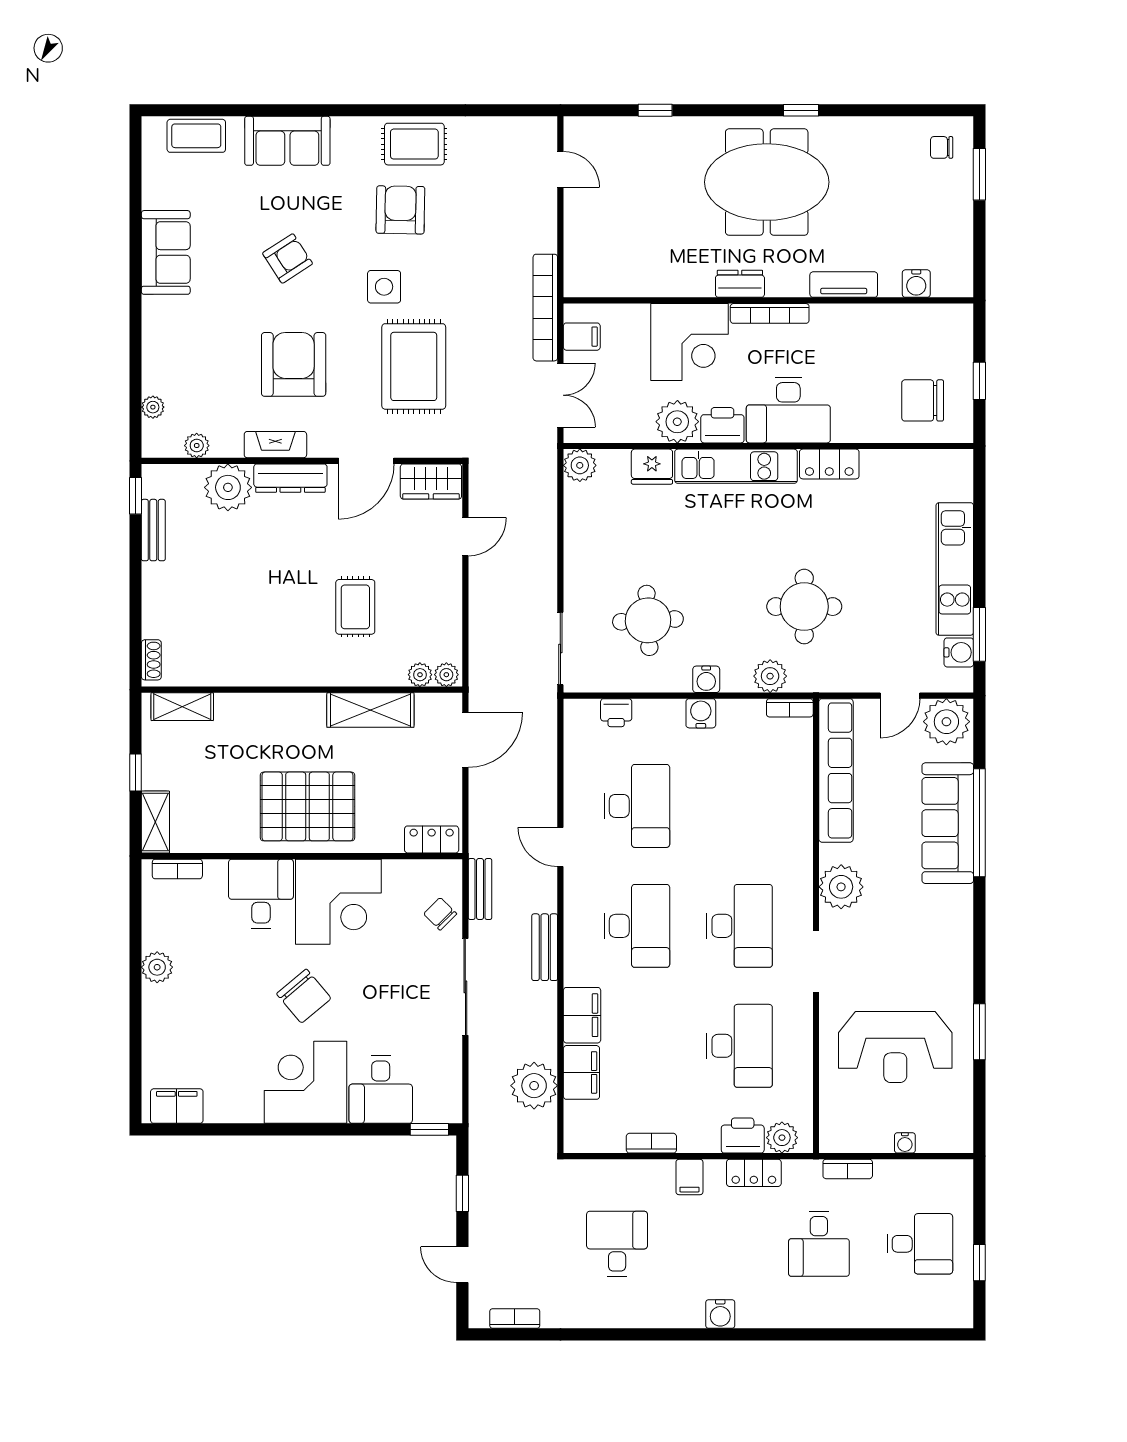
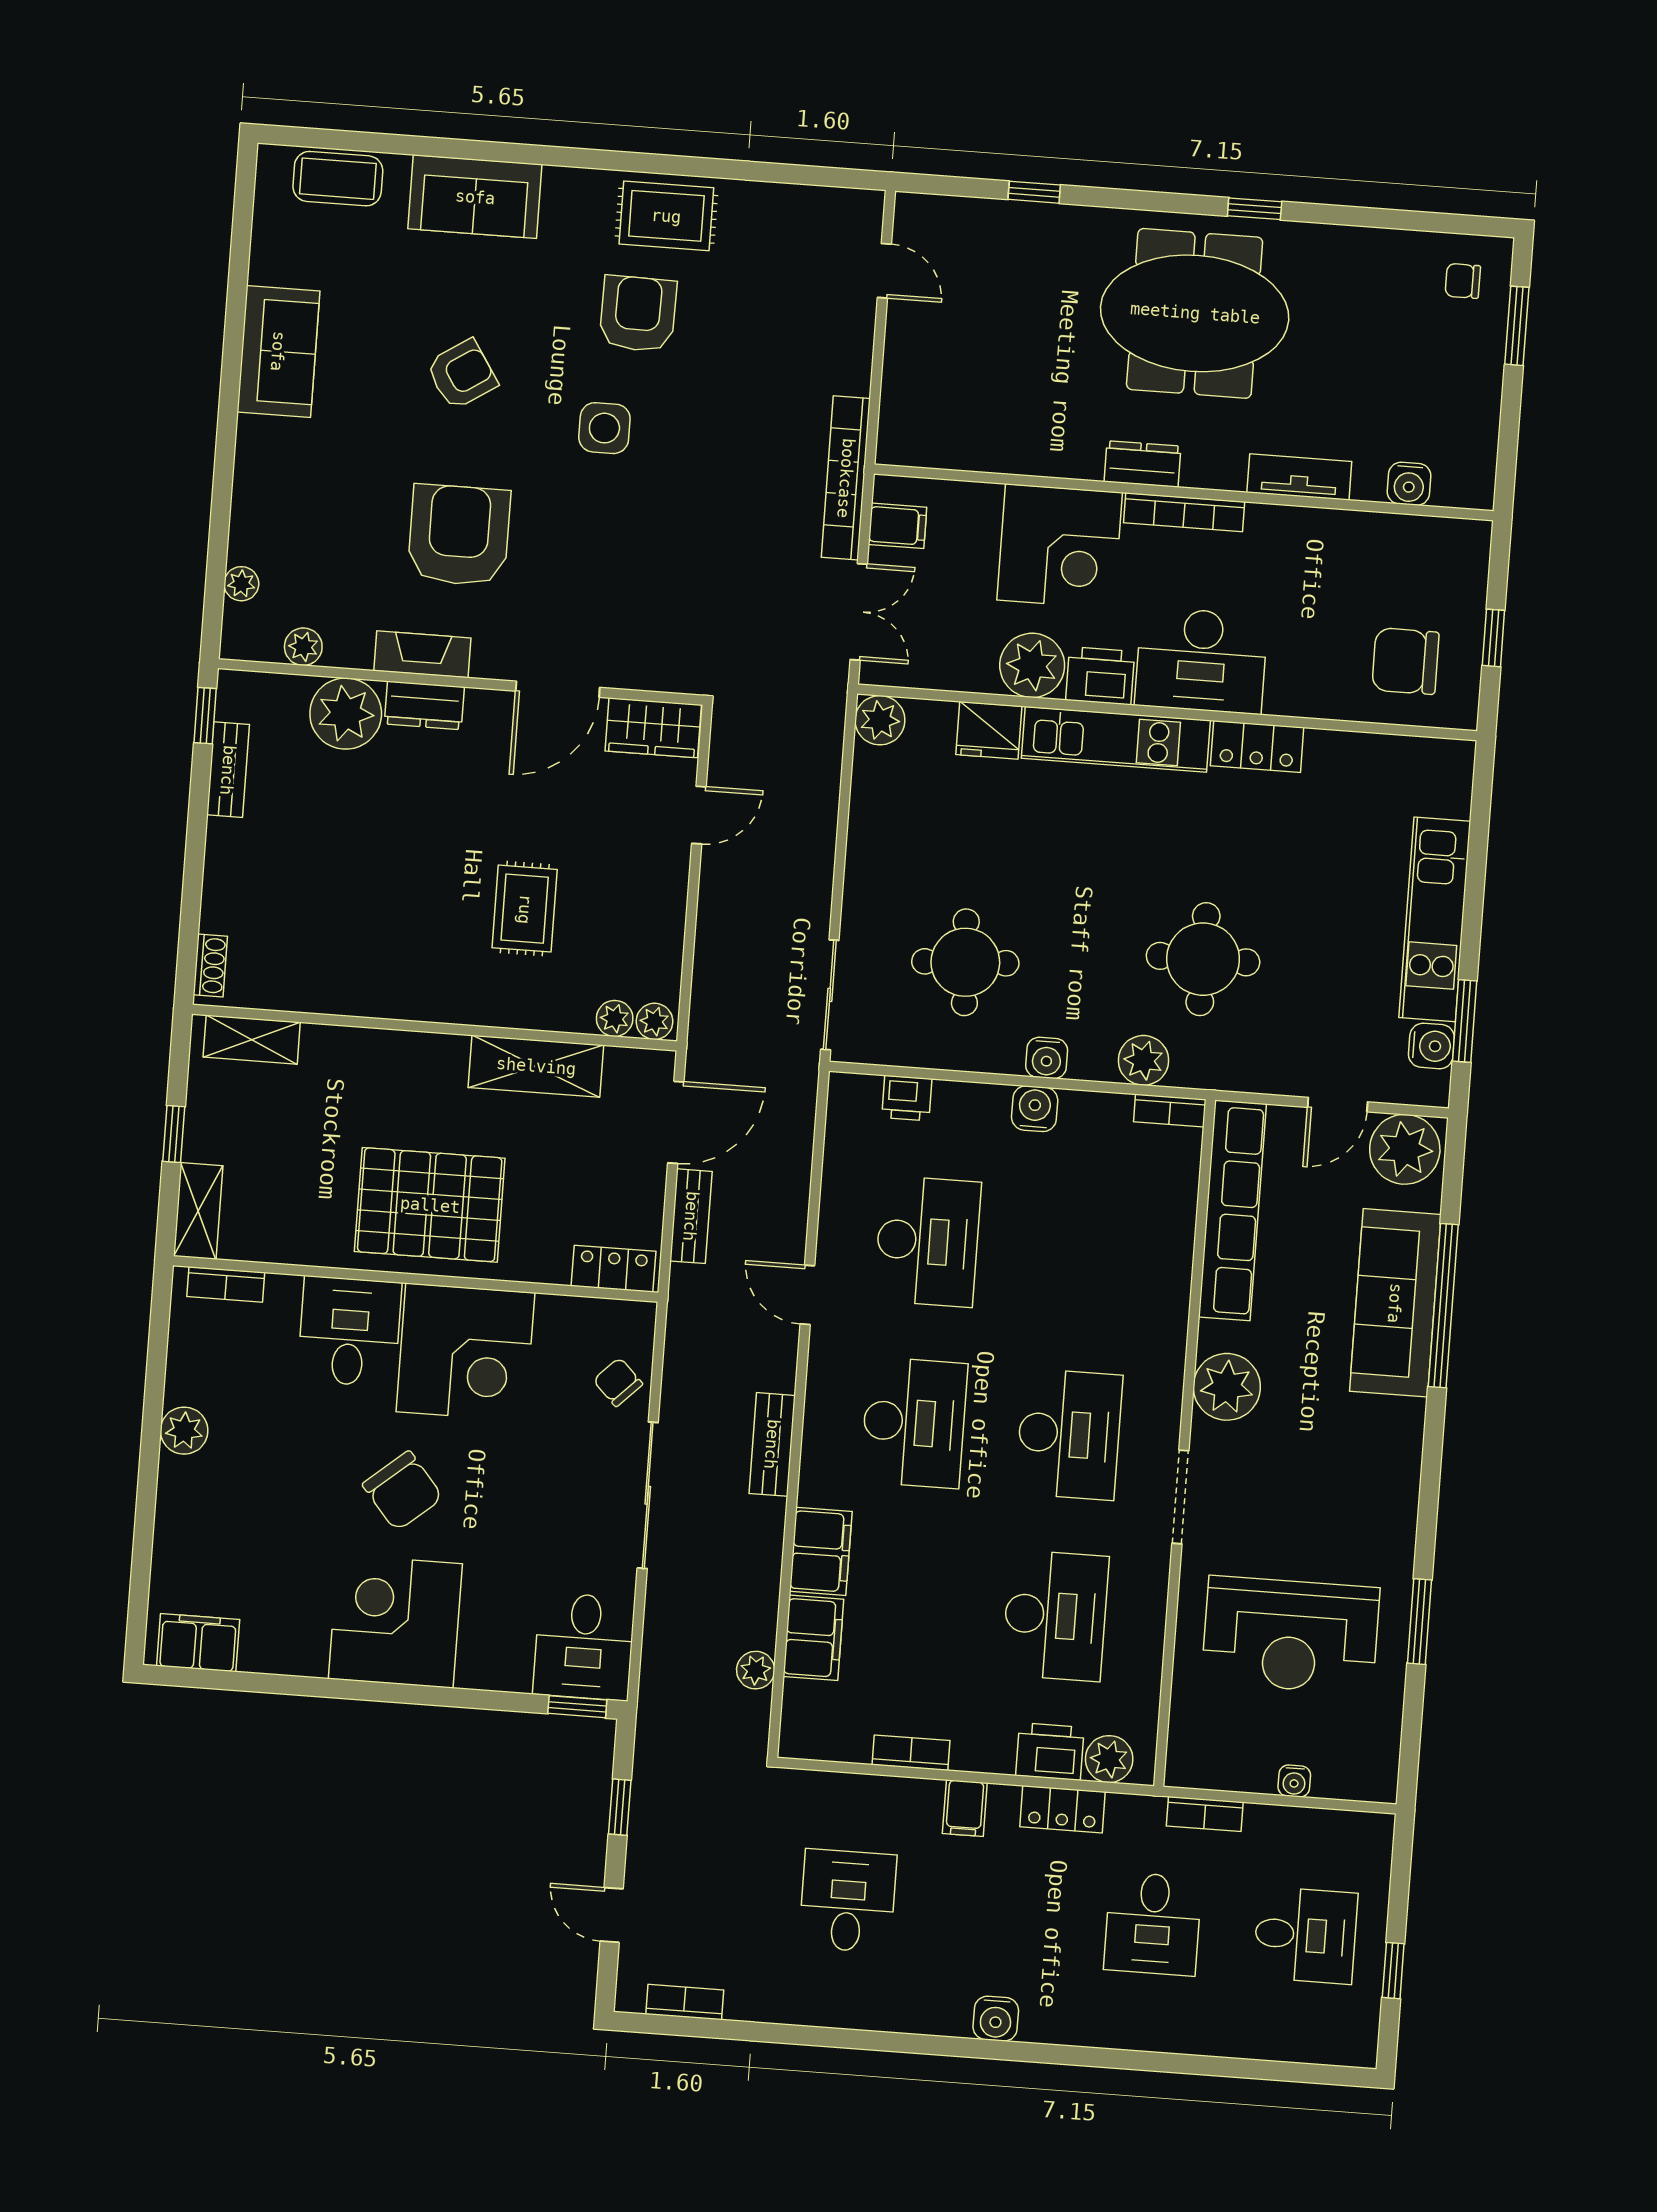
rug: (414, 366) -> (640, 552), removed
dresser: (290, 478) -> (424, 705), width x0.70
bench: (480, 889) -> (691, 1216), moved
plant: (534, 1086) -> (756, 1670), width x0.53, depth x0.53
desk: (381, 1089) -> (584, 1646), moved

